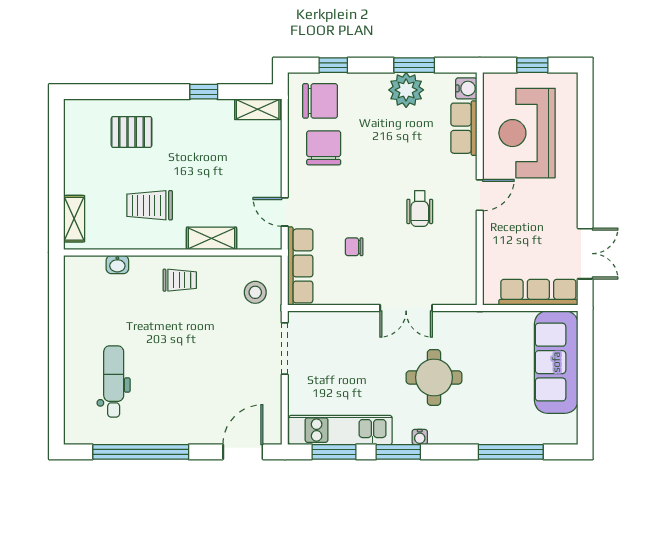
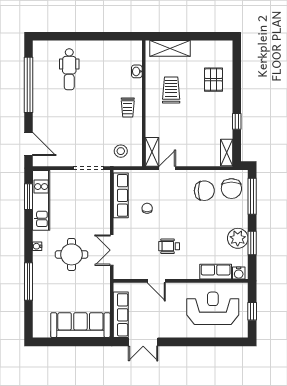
window: (333, 65) -> (252, 196), width x2.17
door: (480, 195) -> (156, 281), moved
shelving: (74, 219) -> (170, 48), width x1.50, depth x1.33
shelving: (212, 238) -> (152, 152), moved
row of seats: (300, 266) -> (121, 195), moved, turned -90
double door: (406, 308) -> (112, 250), moved
dental chair: (114, 381) -> (69, 69), turned 90
window: (398, 452) -> (29, 234), removed
window: (511, 452) -> (29, 281), moved

